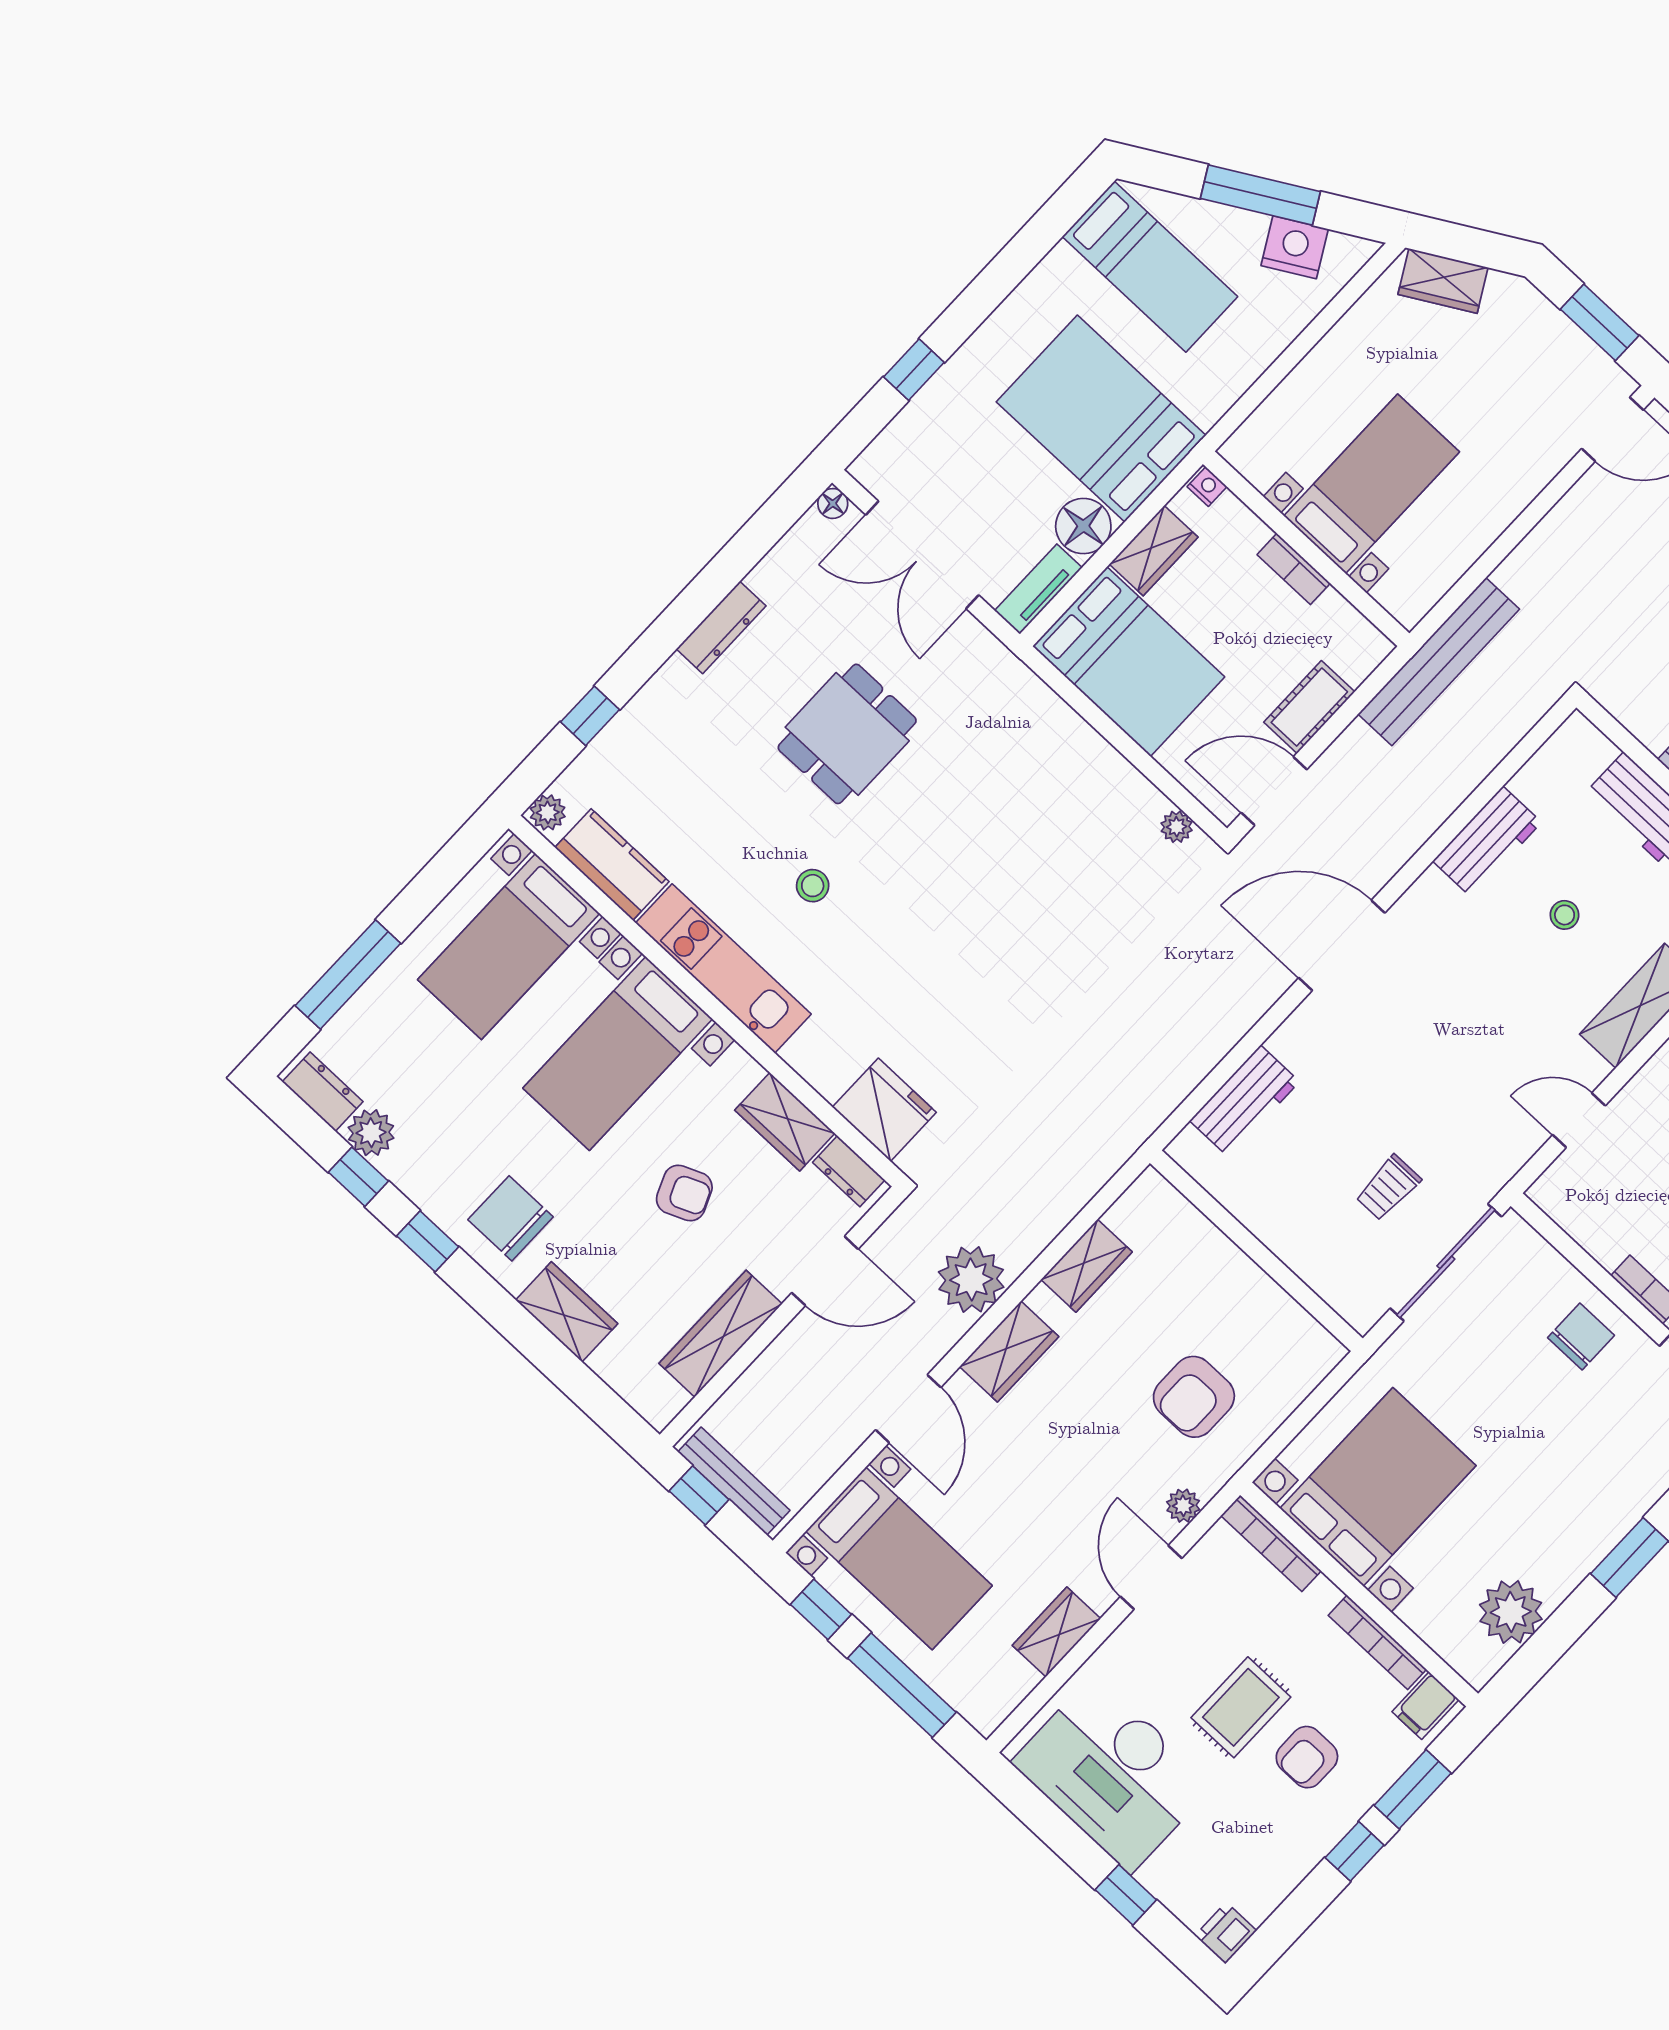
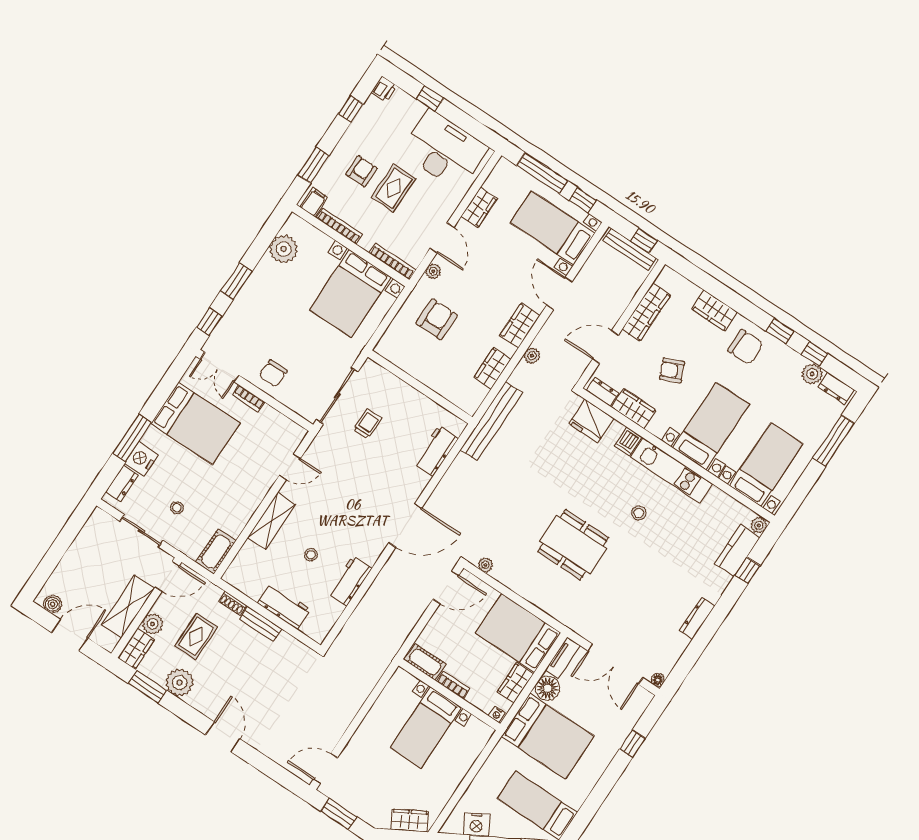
double door: (922, 555) -> (615, 664), swing flipped
bench: (1439, 662) -> (491, 421), moved
cot: (1309, 707) -> (425, 662), moved, turned 90
dining table: (847, 734) -> (573, 545), moved, width x1.38
kitchen counter: (612, 865) -> (737, 551), moved, turned 90
dishwasher: (810, 1050) -> (628, 441), added
plant: (971, 1280) -> (532, 356), width x0.53, depth x0.53
window: (1355, 1851) -> (351, 109), moved

